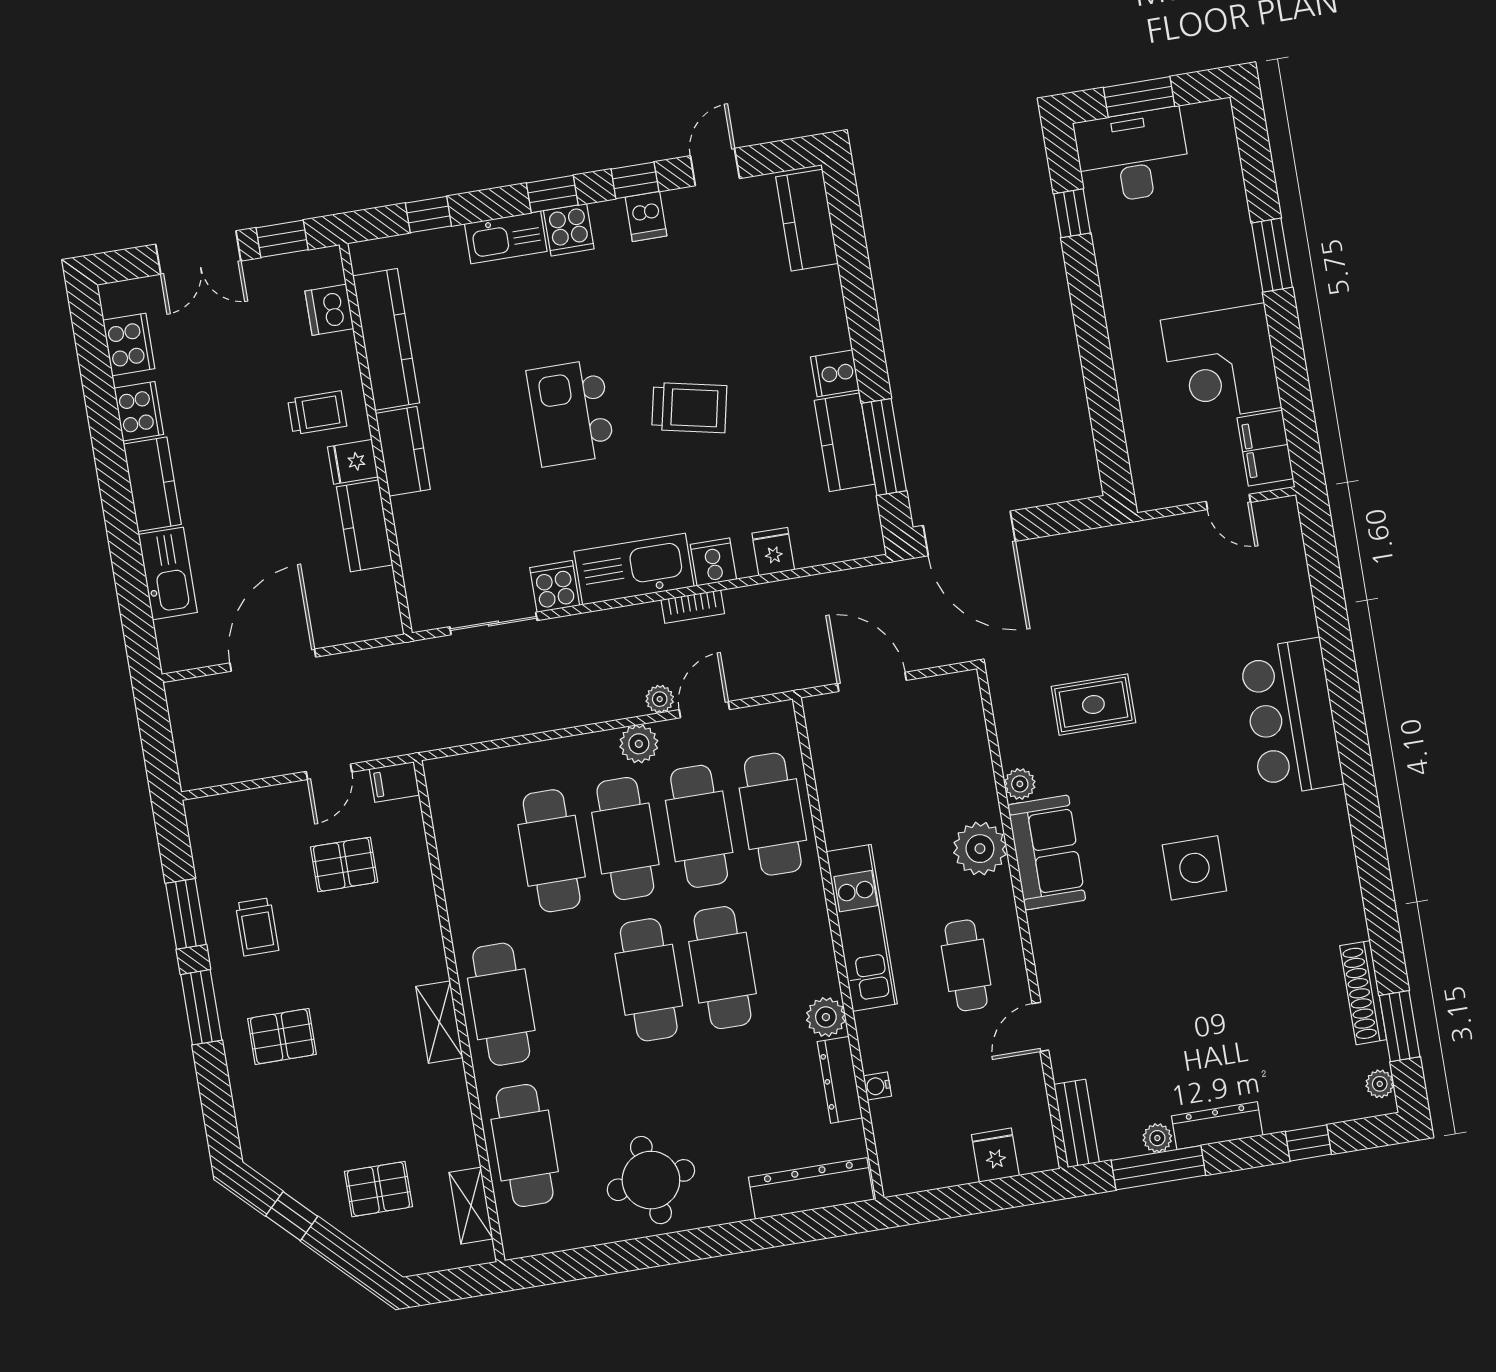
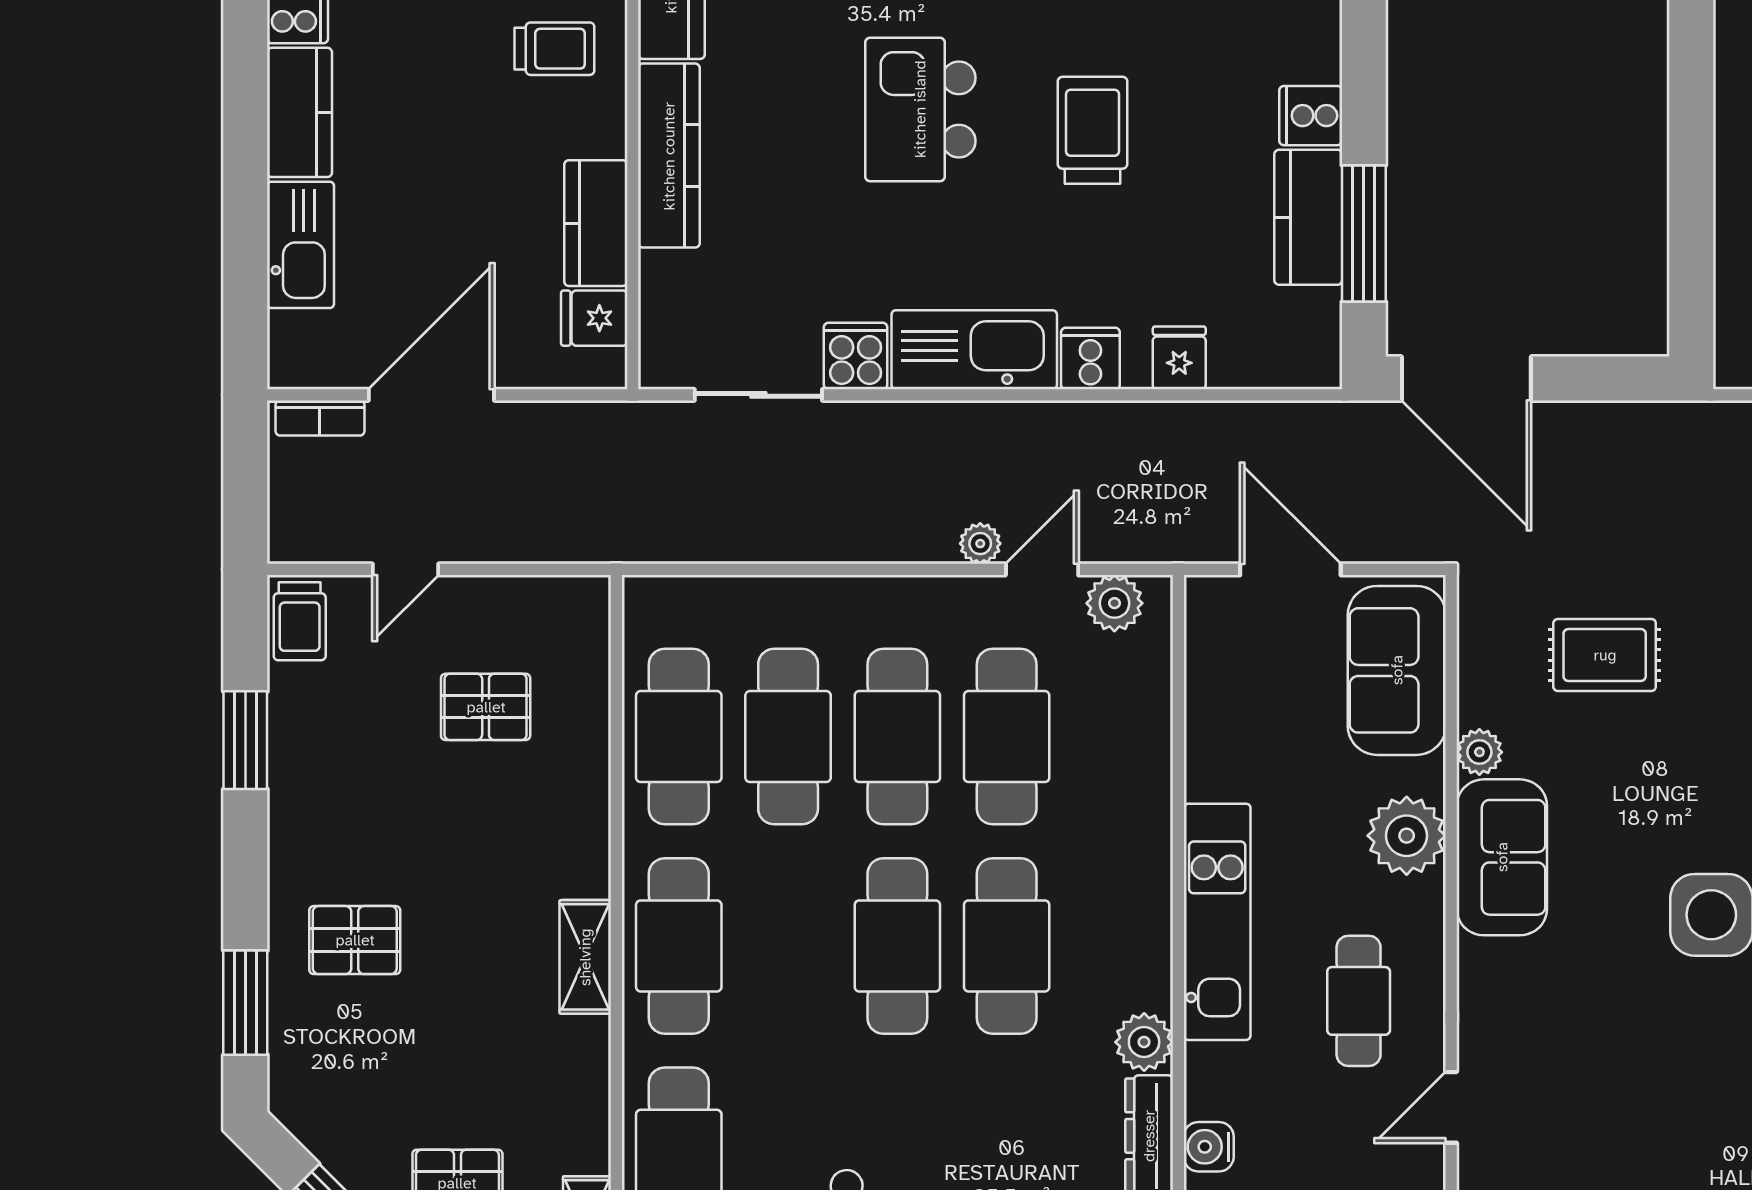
trolley: (689, 408) -> (1093, 130), turned -102
kitchen counter: (403, 451) -> (669, 156), width x1.50
fridge: (353, 462) -> (594, 318), moved
bookcase: (693, 607) -> (320, 418), moved
sofa: (955, 738) -> (1397, 670), added
plant: (639, 744) -> (1114, 603), moved
door: (329, 772) -> (406, 569), moved
filing cabinet: (394, 782) -> (578, 600), removed
cafe table: (773, 814) -> (679, 737), moved
trolley: (257, 927) -> (300, 621), moved
window: (201, 1007) -> (245, 1003), moved
water cooler: (877, 1086) -> (1209, 1147), width x1.38, depth x1.38

